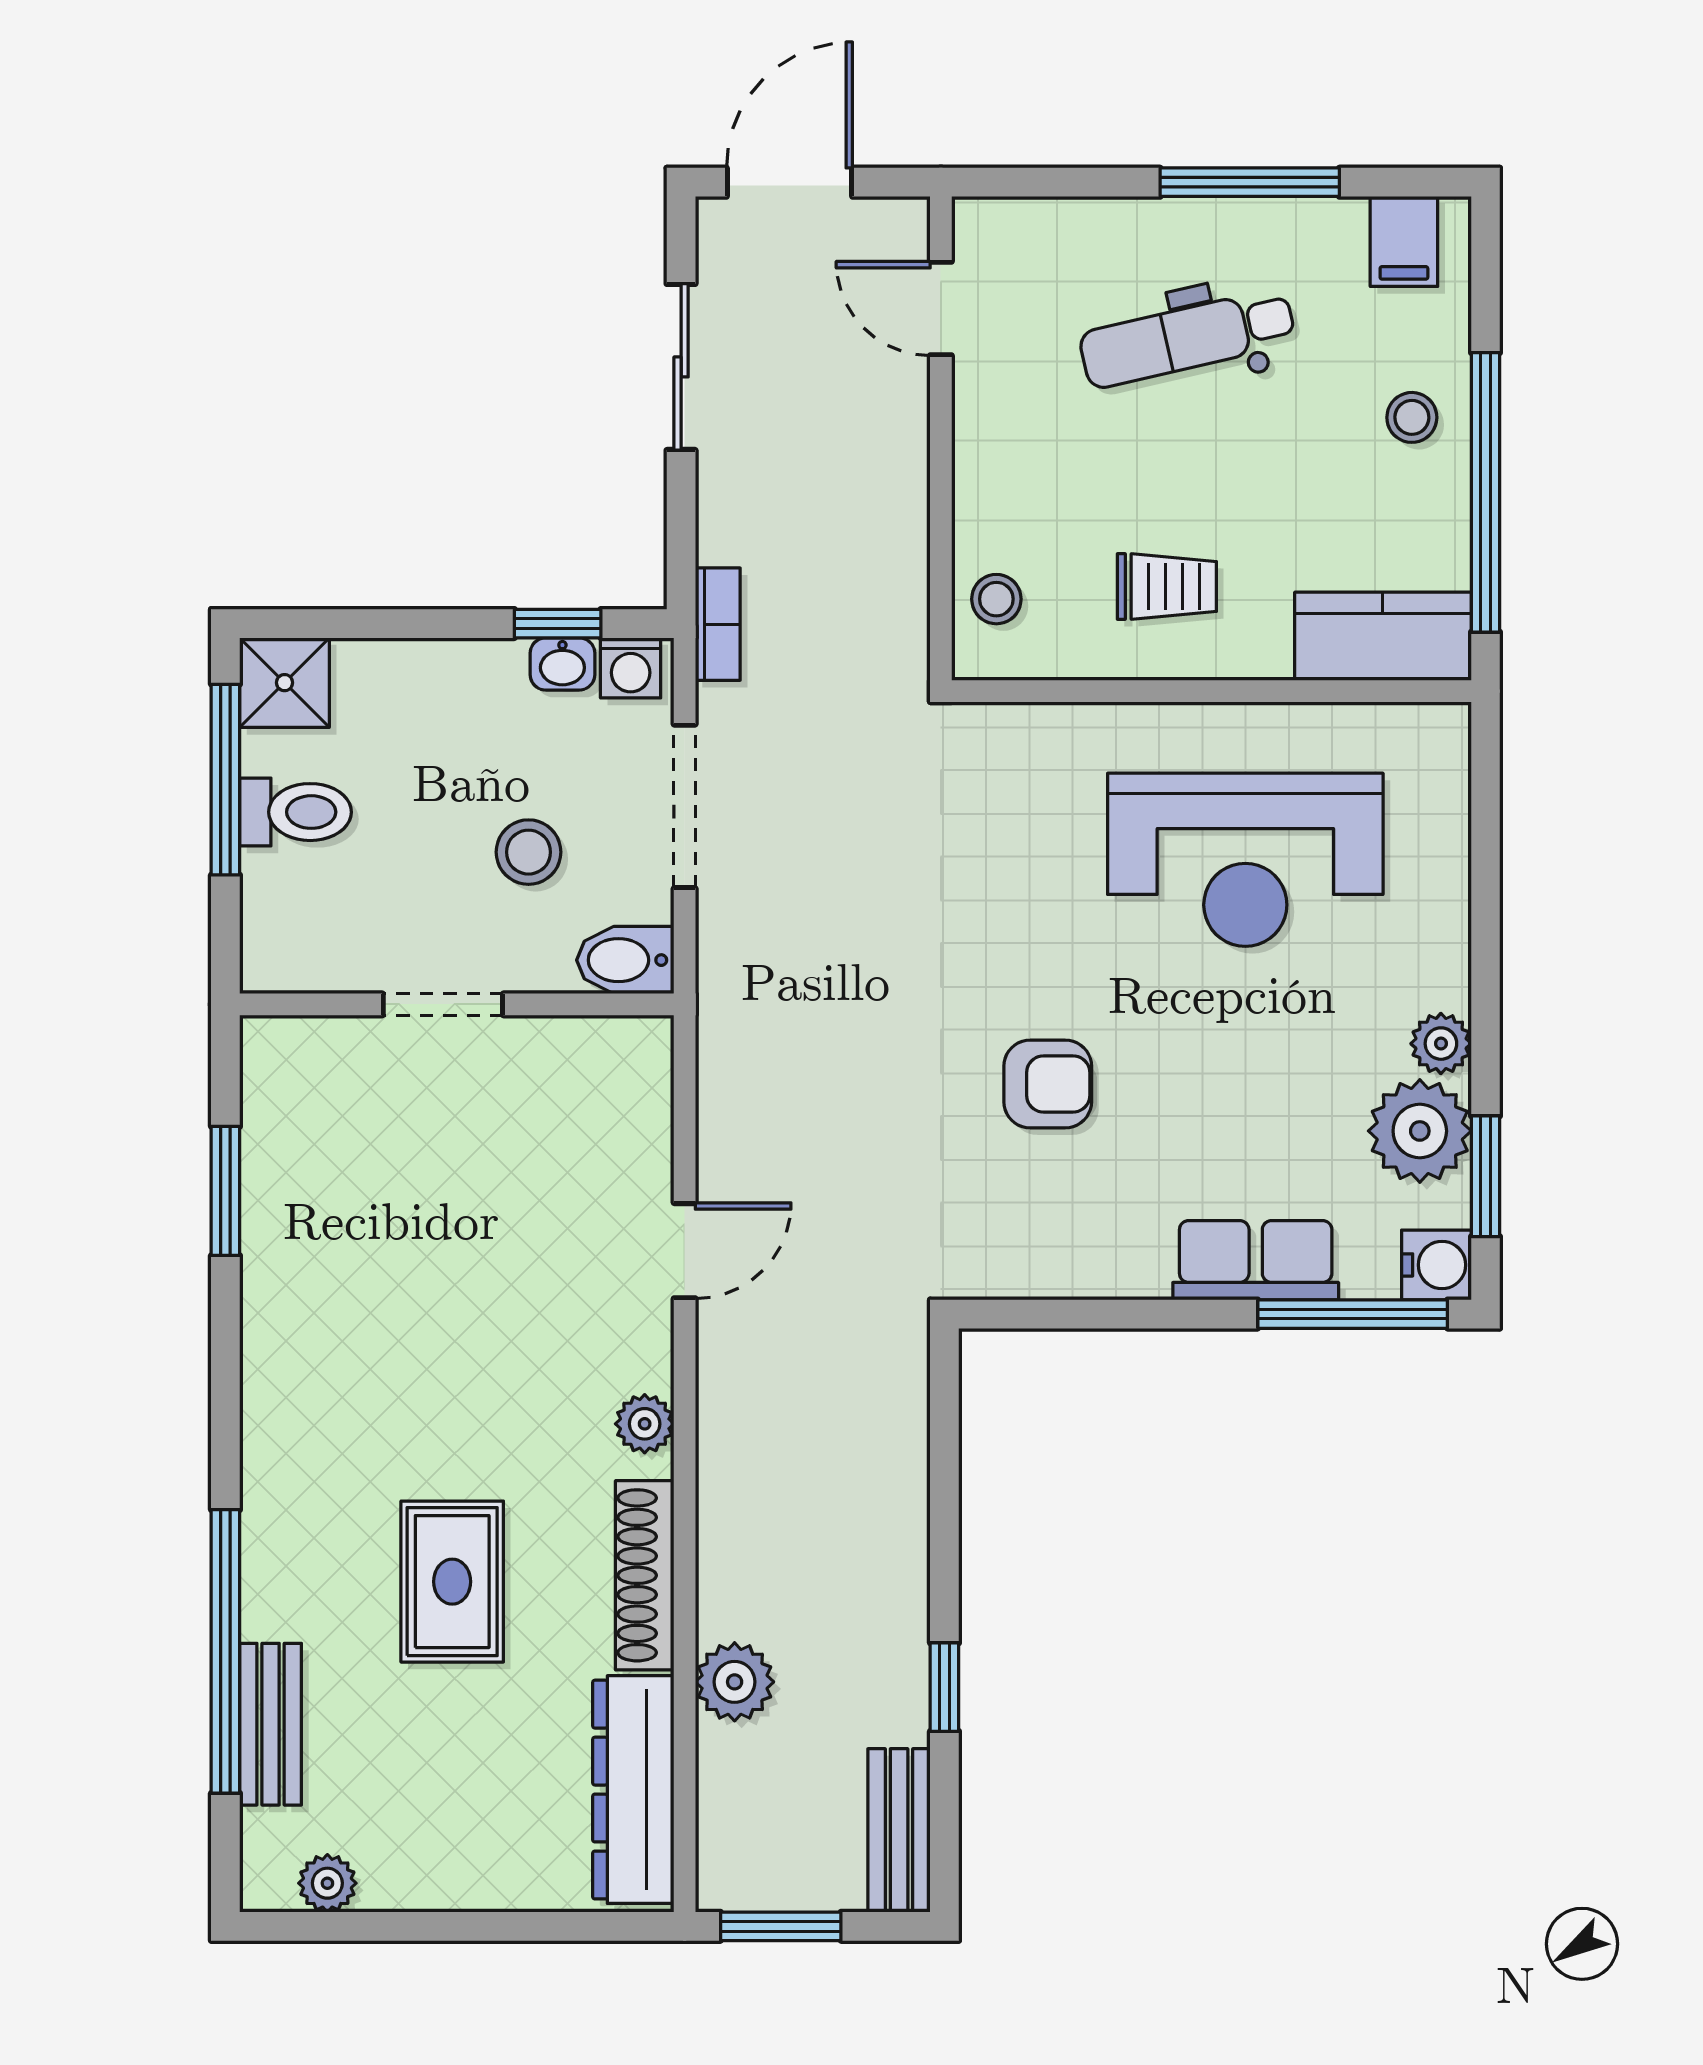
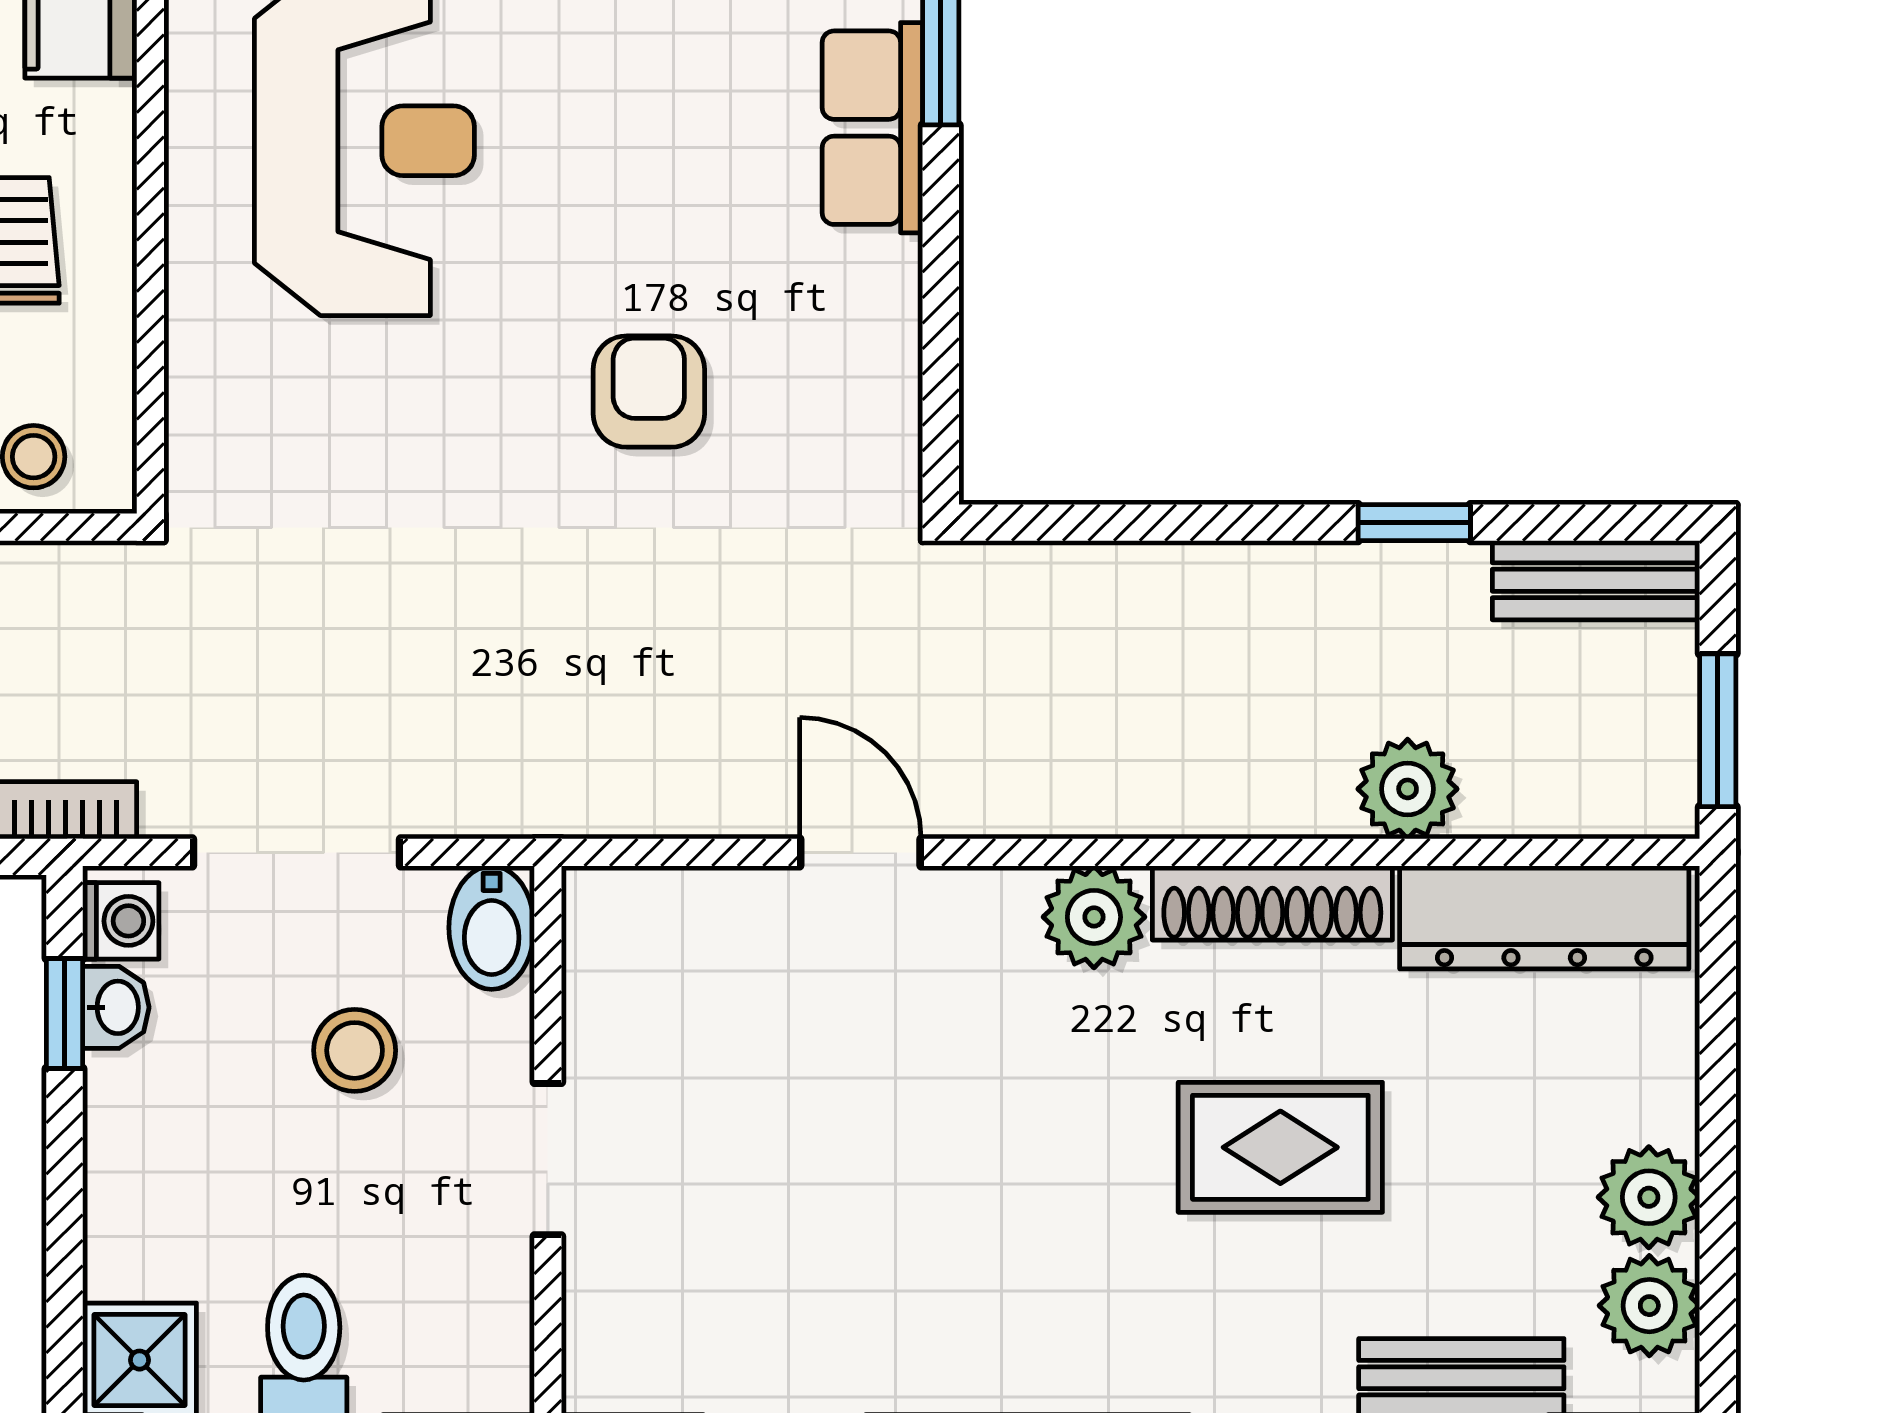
plant: (645, 1424) -> (1094, 917), width x1.38, depth x1.38
plant: (413, 1872) -> (1649, 1197), added
plant: (327, 1883) -> (1649, 1306), width x1.38, depth x1.38

